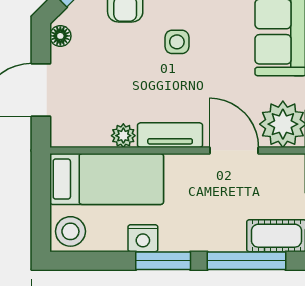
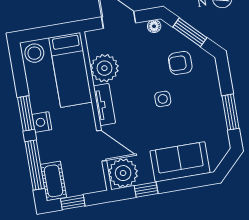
plant: (123, 136) -> (104, 68), width x1.88, depth x1.88
door: (234, 150) -> (102, 146), hinge flipped
nightstand: (143, 238) -> (42, 122), moved

